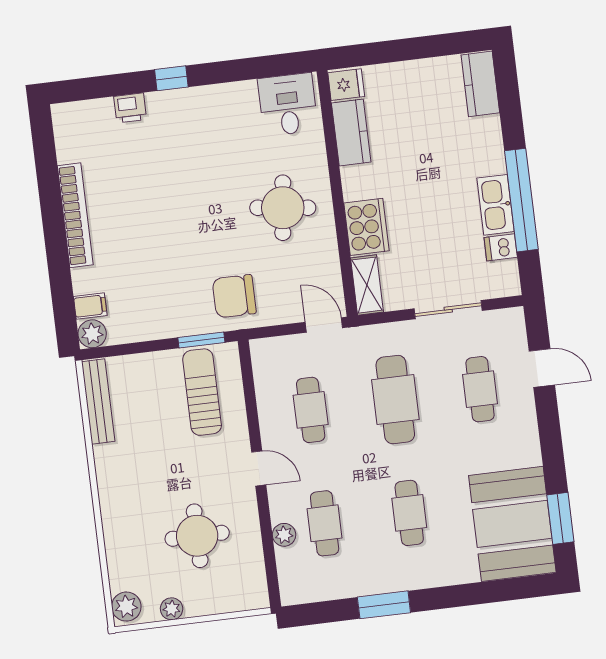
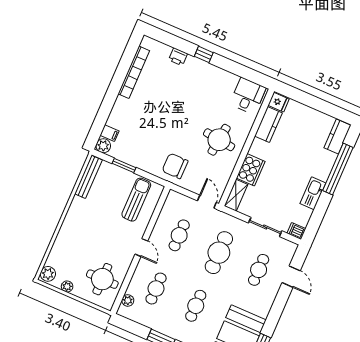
window: (521, 200) -> (338, 169), moved
bookcase: (75, 215) -> (134, 72), moved
dishwasher: (501, 247) -> (296, 231), moved
window: (201, 340) -> (124, 166), moved
plant: (284, 535) -> (128, 300), moved
round table: (197, 536) -> (102, 279), moved

